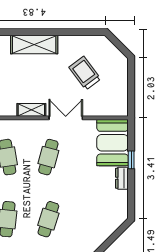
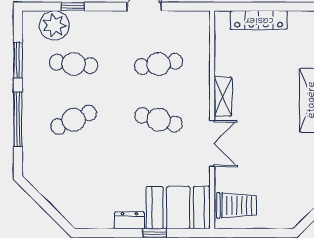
trolley: (85, 73) -> (237, 205), moved, turned 37
cafe table: (48, 219) -> (74, 120), turned -42

